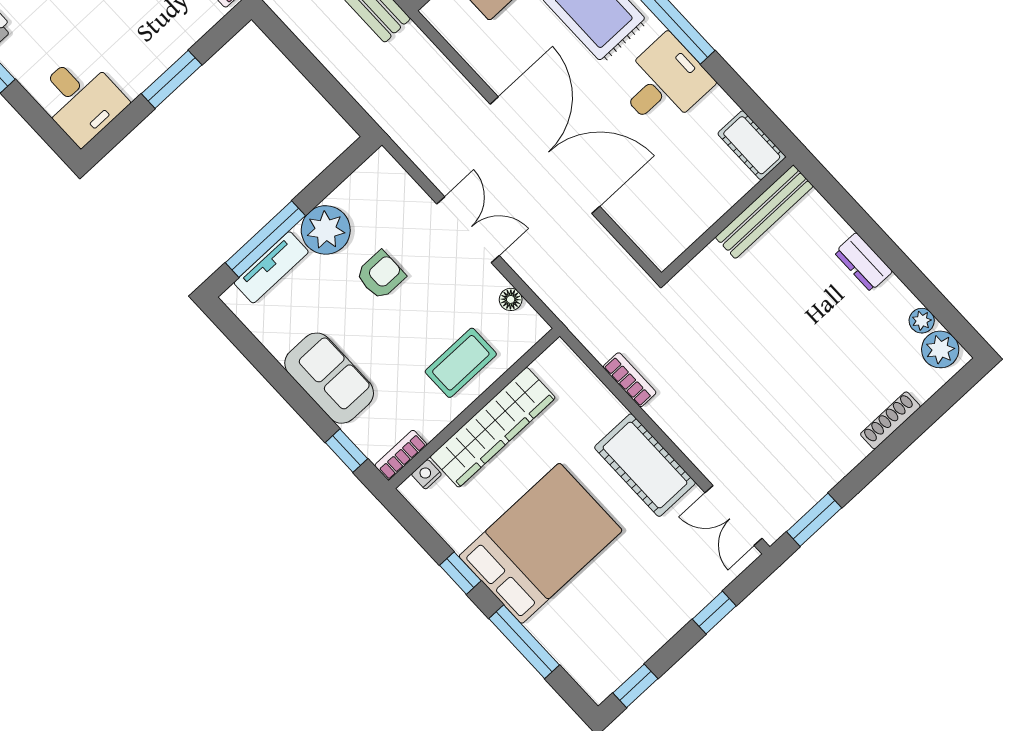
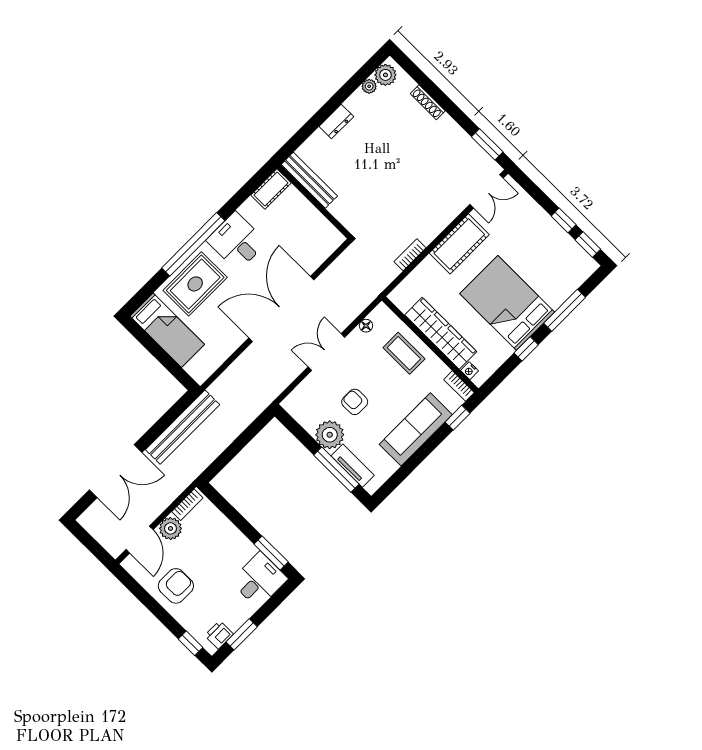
window: (172, 79) -> (271, 553), moved
sofa: (329, 378) -> (416, 429), width x1.36
window: (714, 613) -> (564, 220), moved

